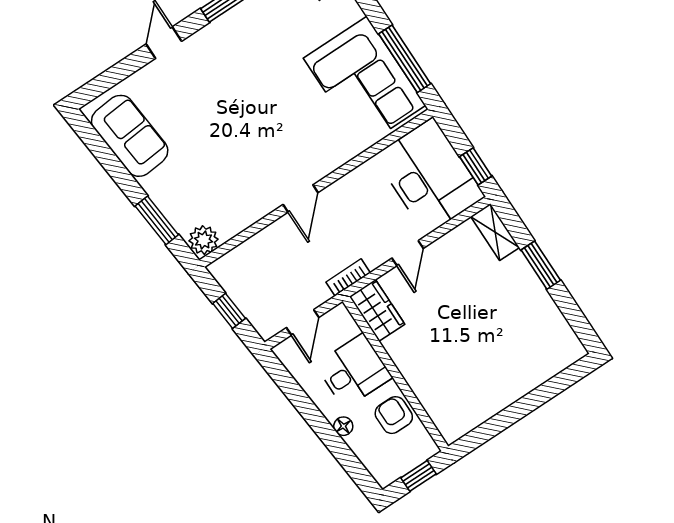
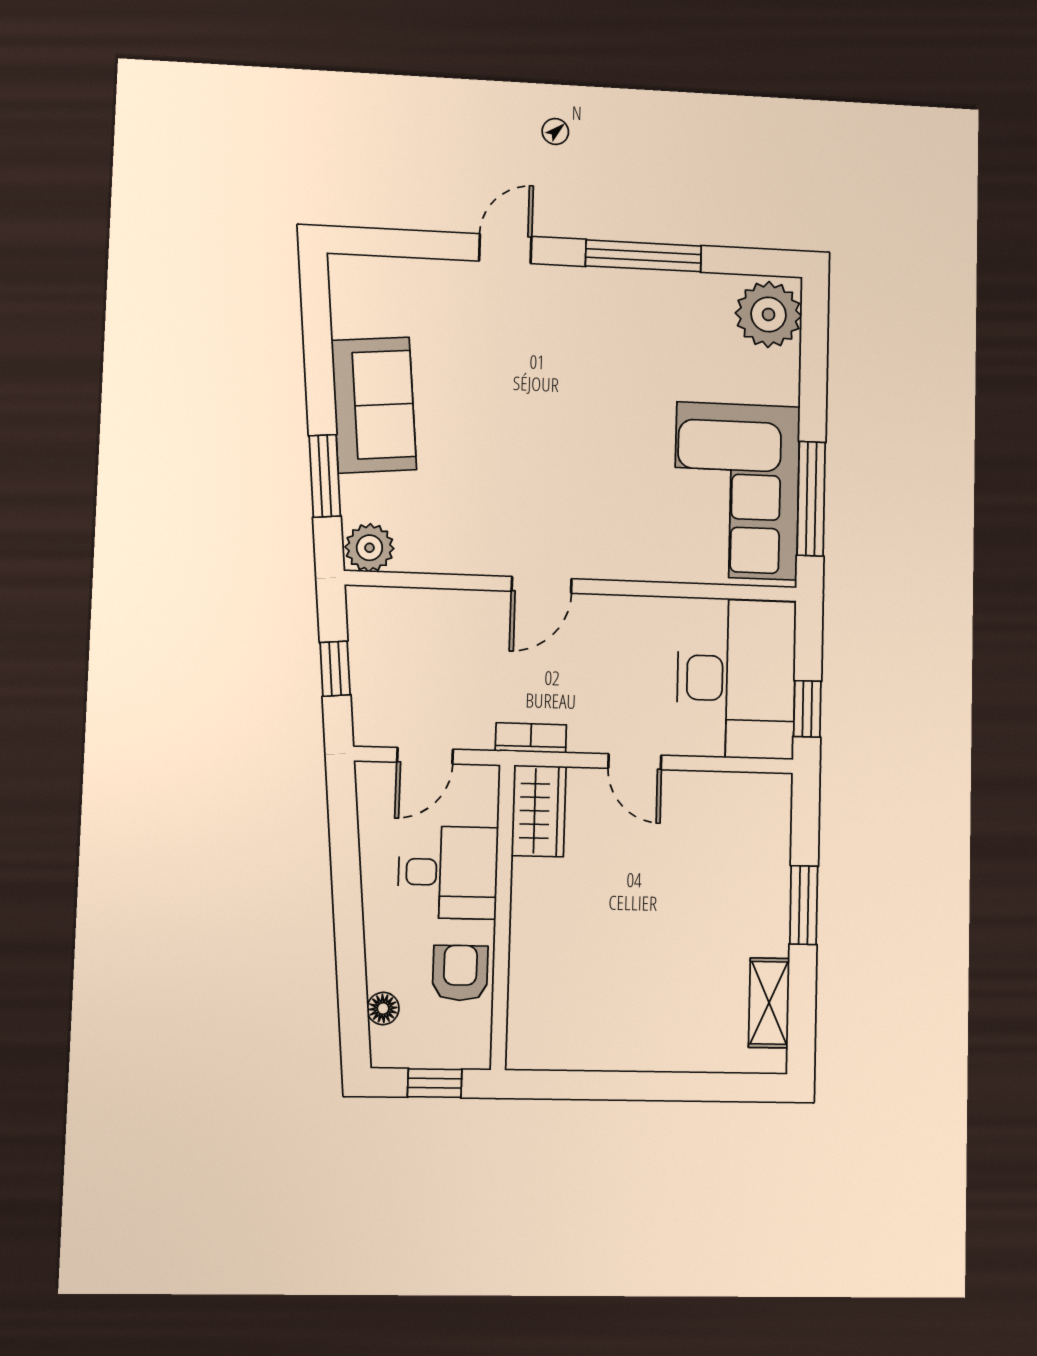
sofa: (130, 136) -> (374, 405), moved
shelving: (495, 232) -> (769, 1003), moved
door: (408, 253) -> (635, 762), hinge flipped
floor lamp: (343, 426) -> (383, 1008), moved

